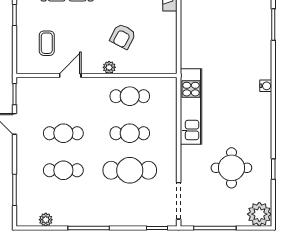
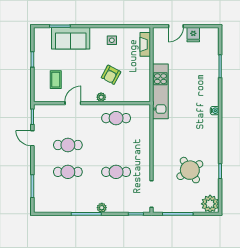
kitchen unit: (191, 107) -> (160, 91), moved
cafe table: (130, 133) -> (116, 145), removed
round table: (231, 168) -> (190, 170), turned -33
cafe table: (130, 170) -> (116, 172), width x0.73, depth x0.74
plant: (46, 220) -> (102, 208), moved

